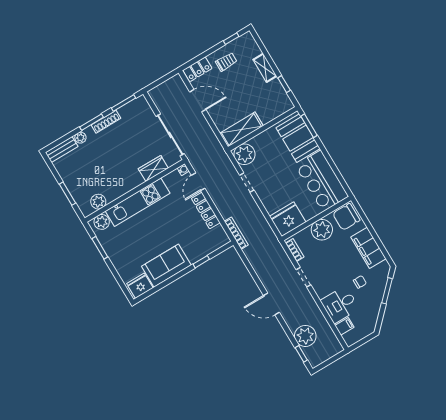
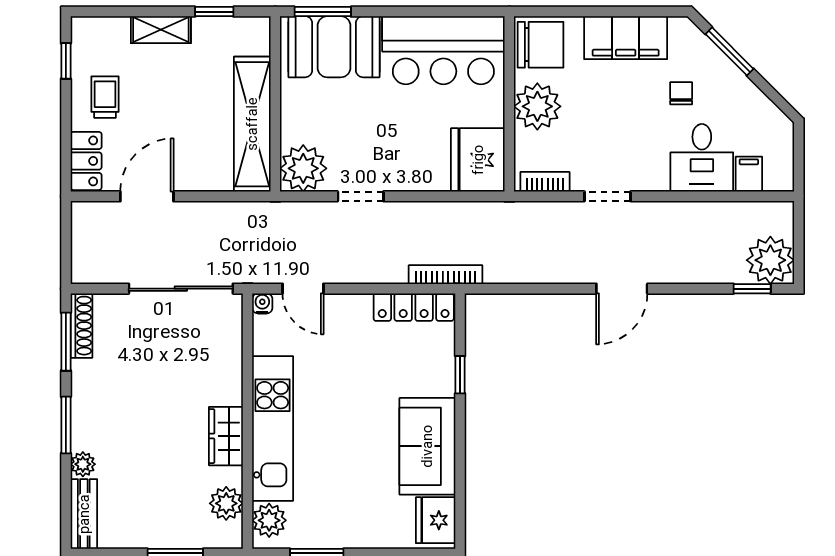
shoe rack: (106, 122) -> (81, 326), moved
shelving: (241, 130) -> (252, 124), width x1.47
wardrobe: (153, 169) -> (226, 436), moved
locker: (206, 210) -> (414, 307), moved
chair: (346, 217) -> (541, 45), turned -90
plant: (305, 336) -> (770, 260), moved

